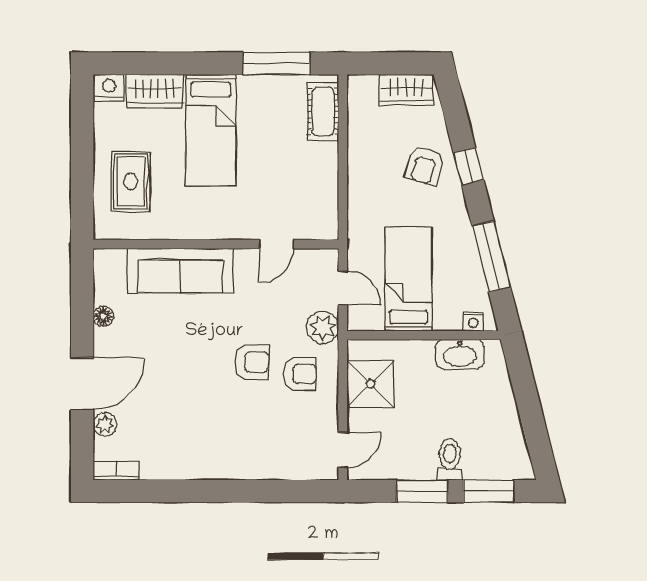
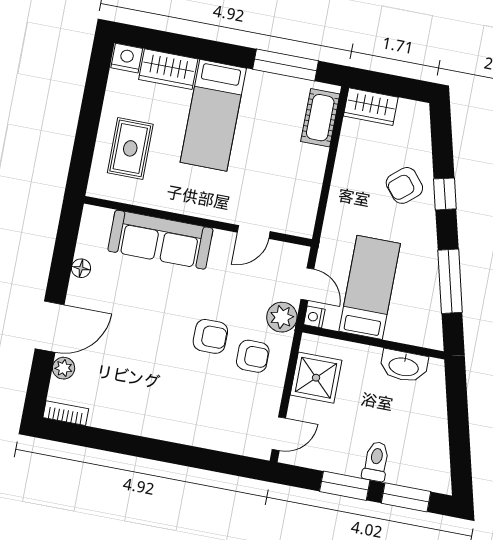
wardrobe: (406, 90) -> (371, 107), moved
armchair: (425, 166) -> (404, 185), turned 34
nightstand: (473, 321) -> (314, 317), moved, turned 90

